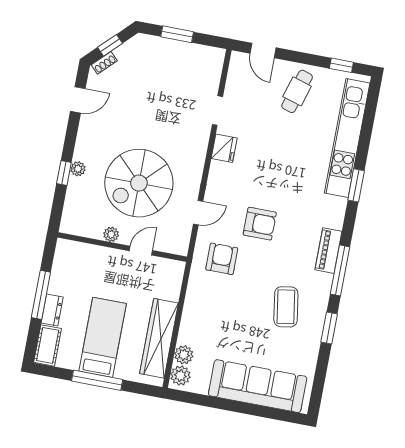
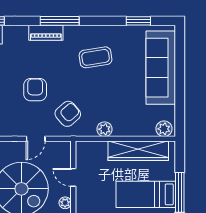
door: (198, 213) -> (36, 139), swing flipped
armchair: (222, 259) -> (68, 114), turned 139
window: (329, 328) -> (138, 21), moved
plant: (184, 355) -> (104, 129), moved

